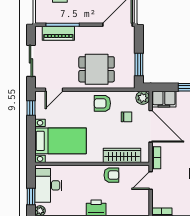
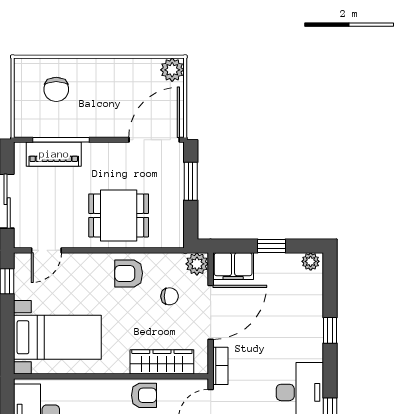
window: (139, 65) -> (191, 181), moved
door: (151, 126) -> (211, 312), hinge flipped

